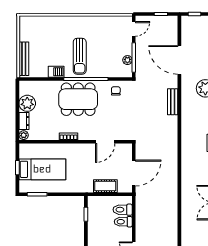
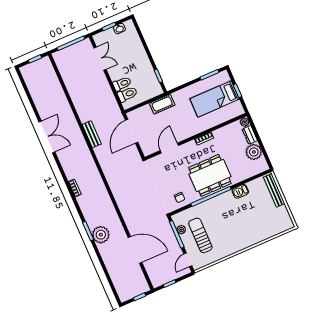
sun lounger: (80, 56) -> (200, 235), moved
bench: (173, 102) -> (92, 134), moved
cot: (105, 186) -> (162, 104), moved

